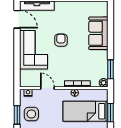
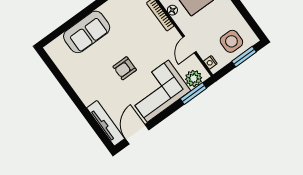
window: (17, 70) -> (193, 93), added
plant: (26, 76) -> (194, 78), added

